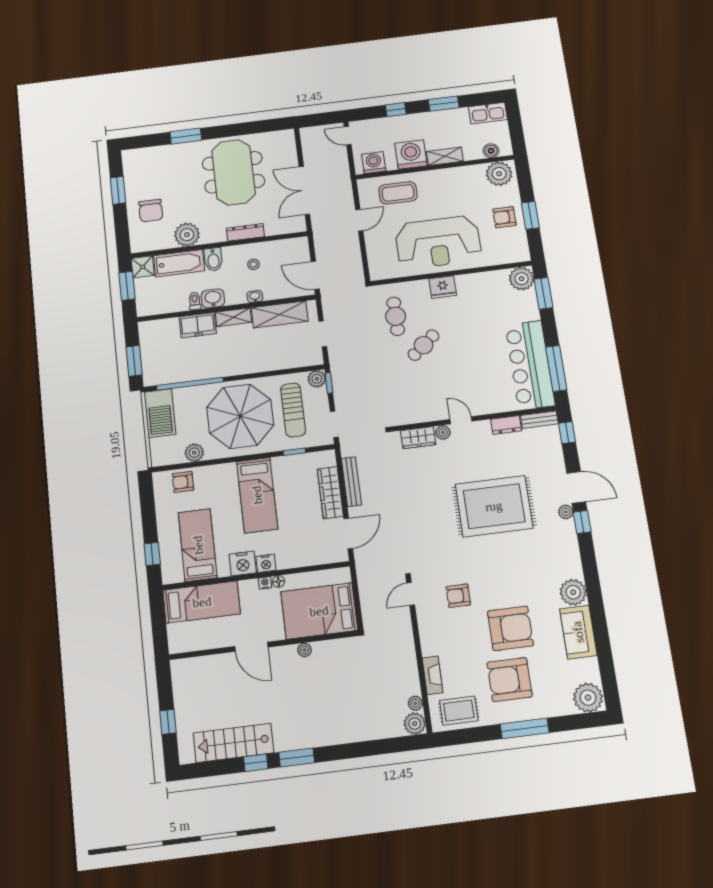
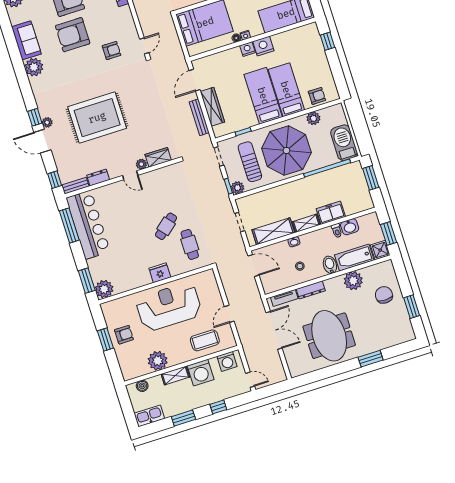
plant: (499, 174) -> (158, 361), moved
tv unit: (282, 228) -> (284, 298), added
washbasin: (213, 298) -> (350, 227), moved
bed: (198, 545) -> (286, 90), moved, turned 180

